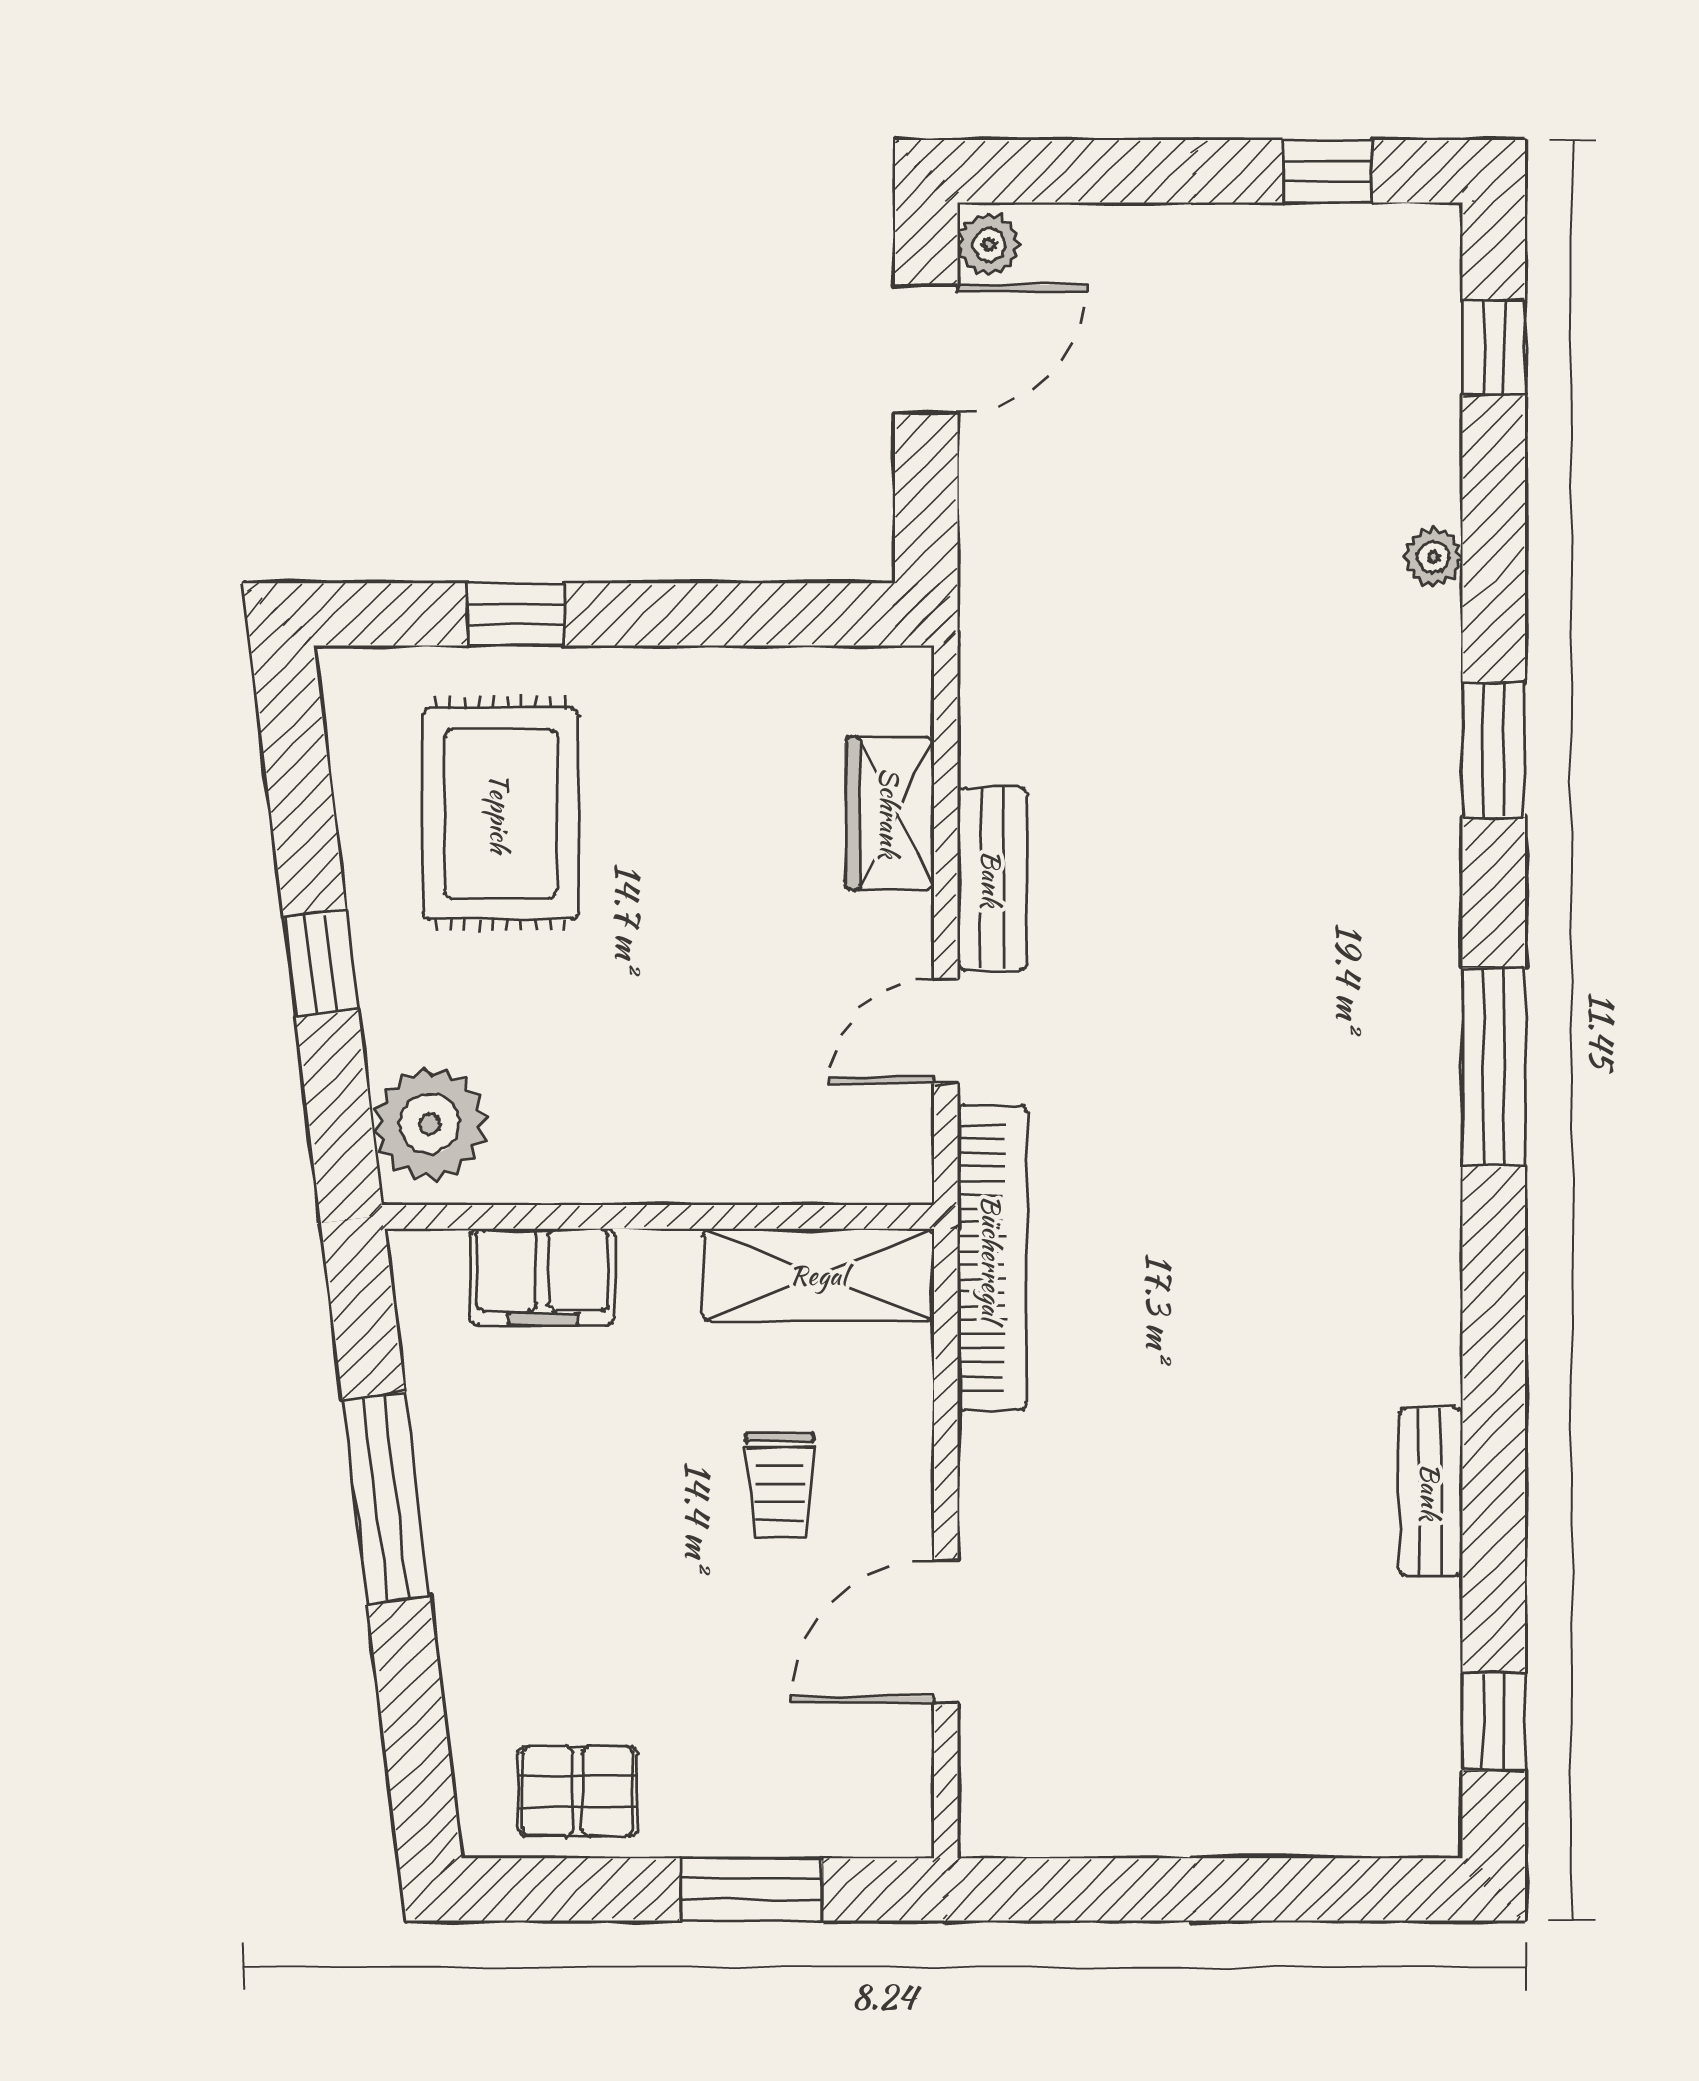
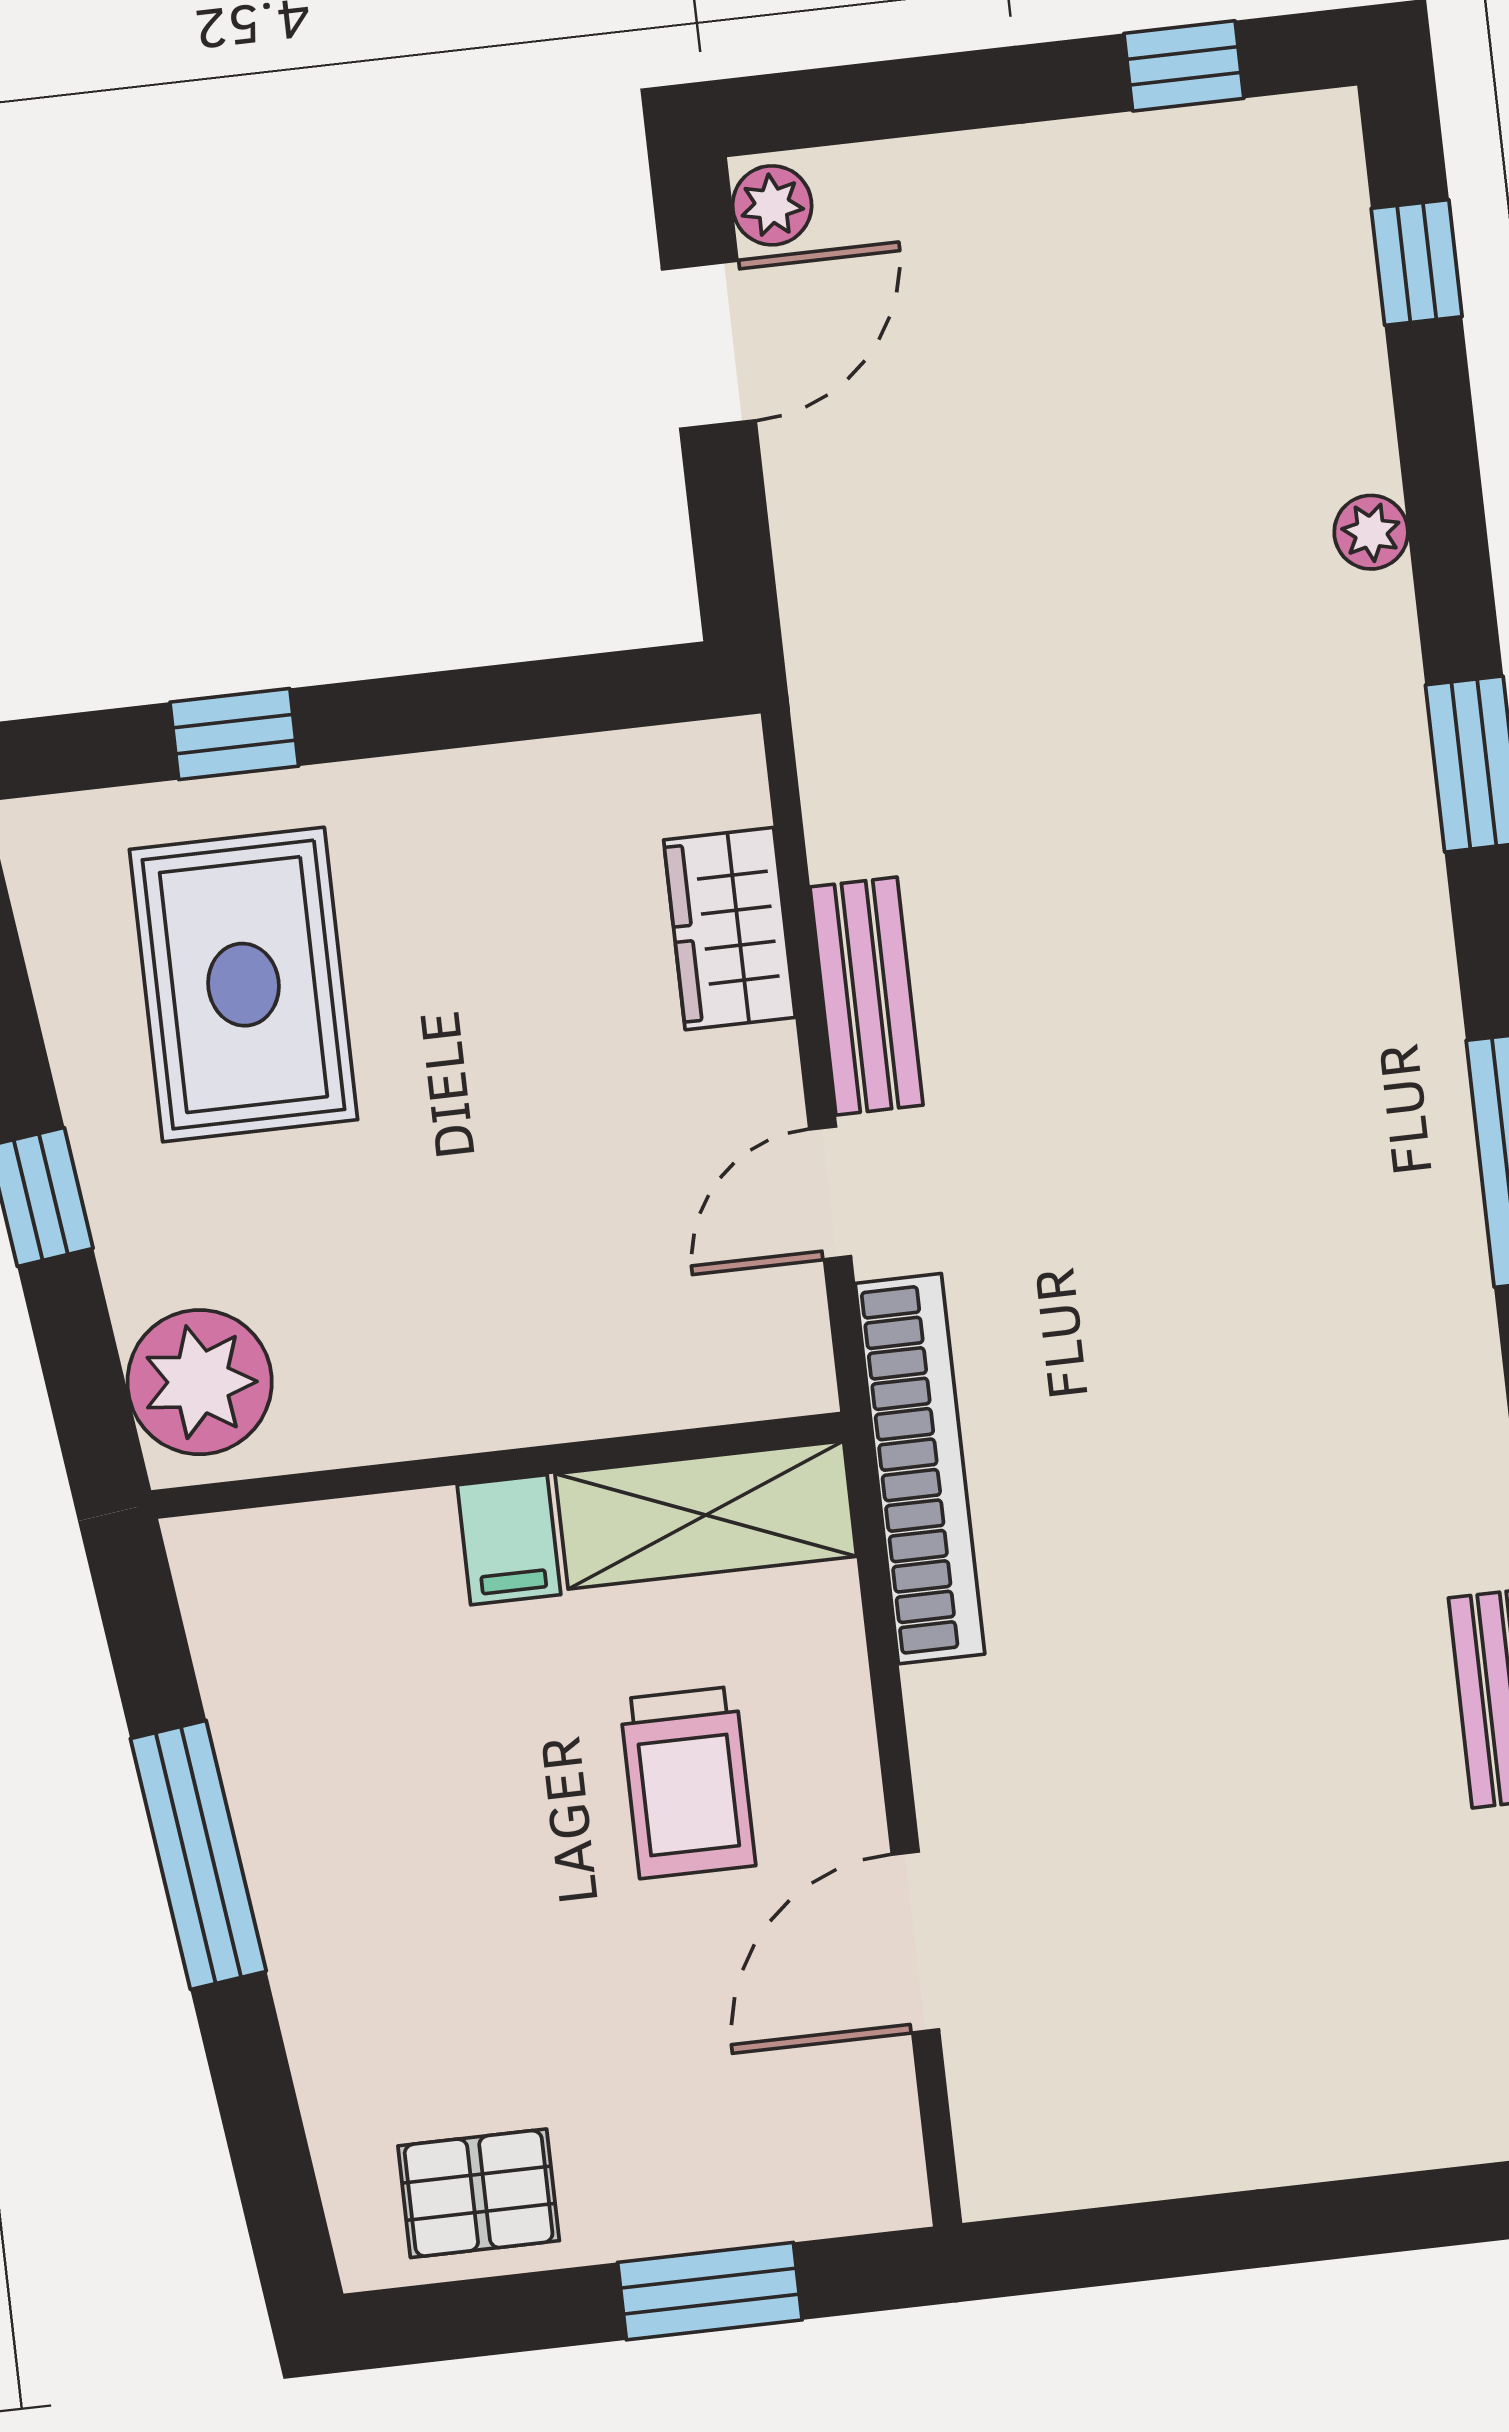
filing cabinet: (542, 1277) -> (509, 1540), moved, width x0.50
trolley: (780, 1485) -> (687, 1782), width x1.36, depth x1.39

